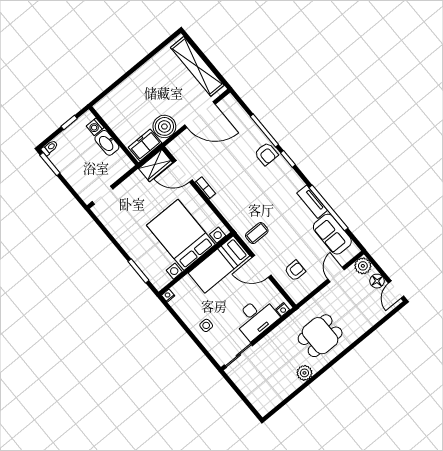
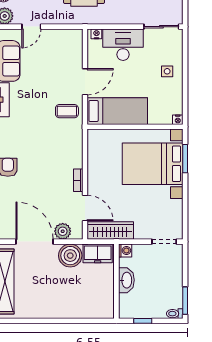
washing machine: (95, 127) -> (125, 250), moved
plant: (185, 140) -> (63, 231), added
wardrobe: (156, 165) -> (110, 231), width x1.50
bed with nightstands: (181, 235) -> (153, 164), moved, turned 90
door: (262, 266) -> (85, 82), hinge flipped
armchair: (295, 271) -> (61, 57), removed

